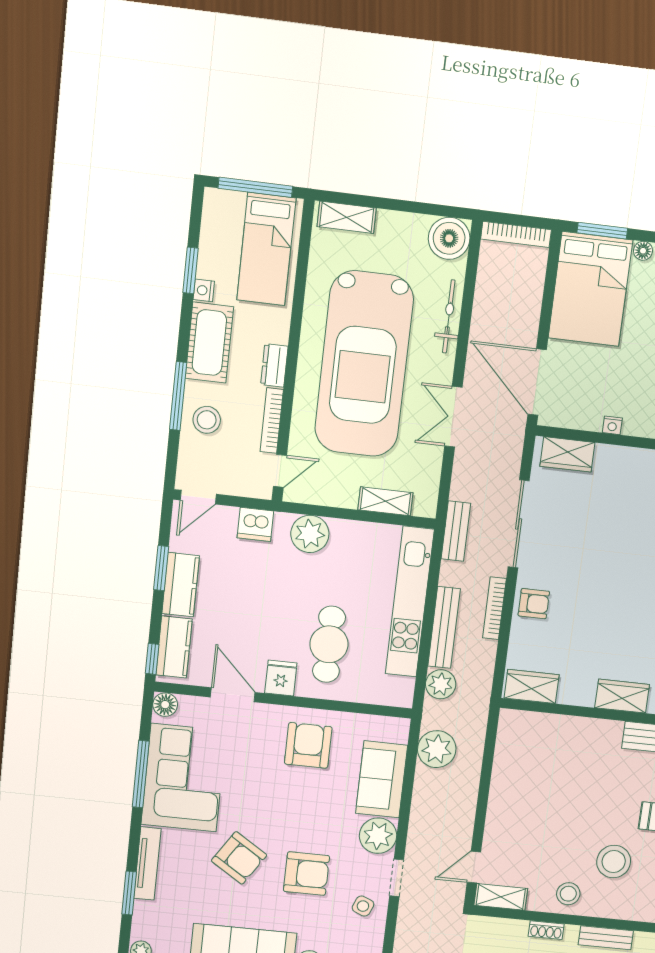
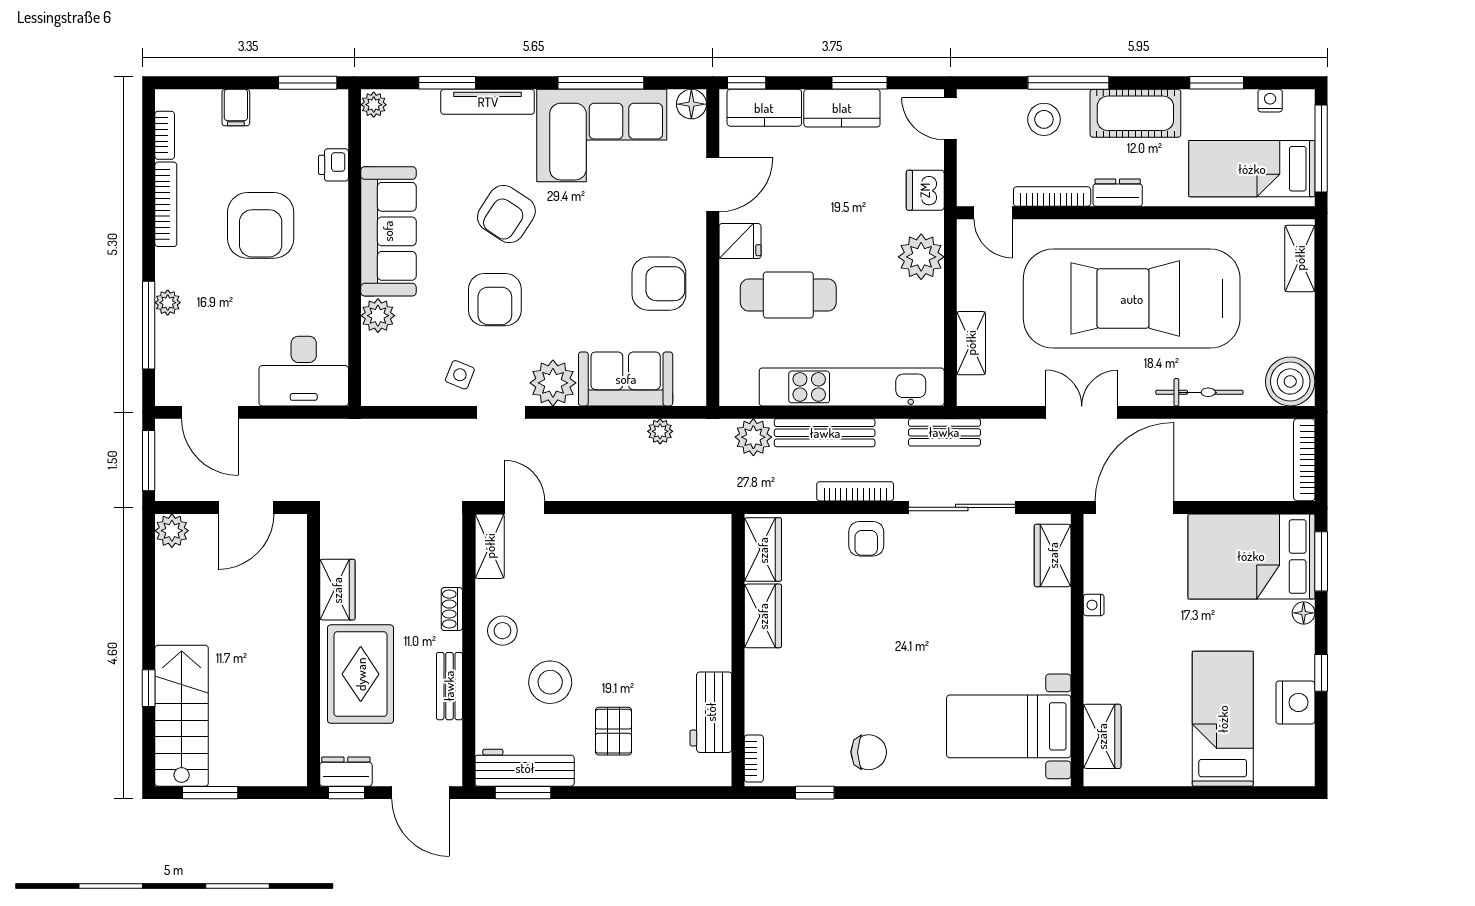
nightstand: (204, 290) -> (1270, 101), moved
wardrobe: (622, 696) -> (763, 616), moved
plant: (437, 749) -> (660, 431), width x0.53, depth x0.53

